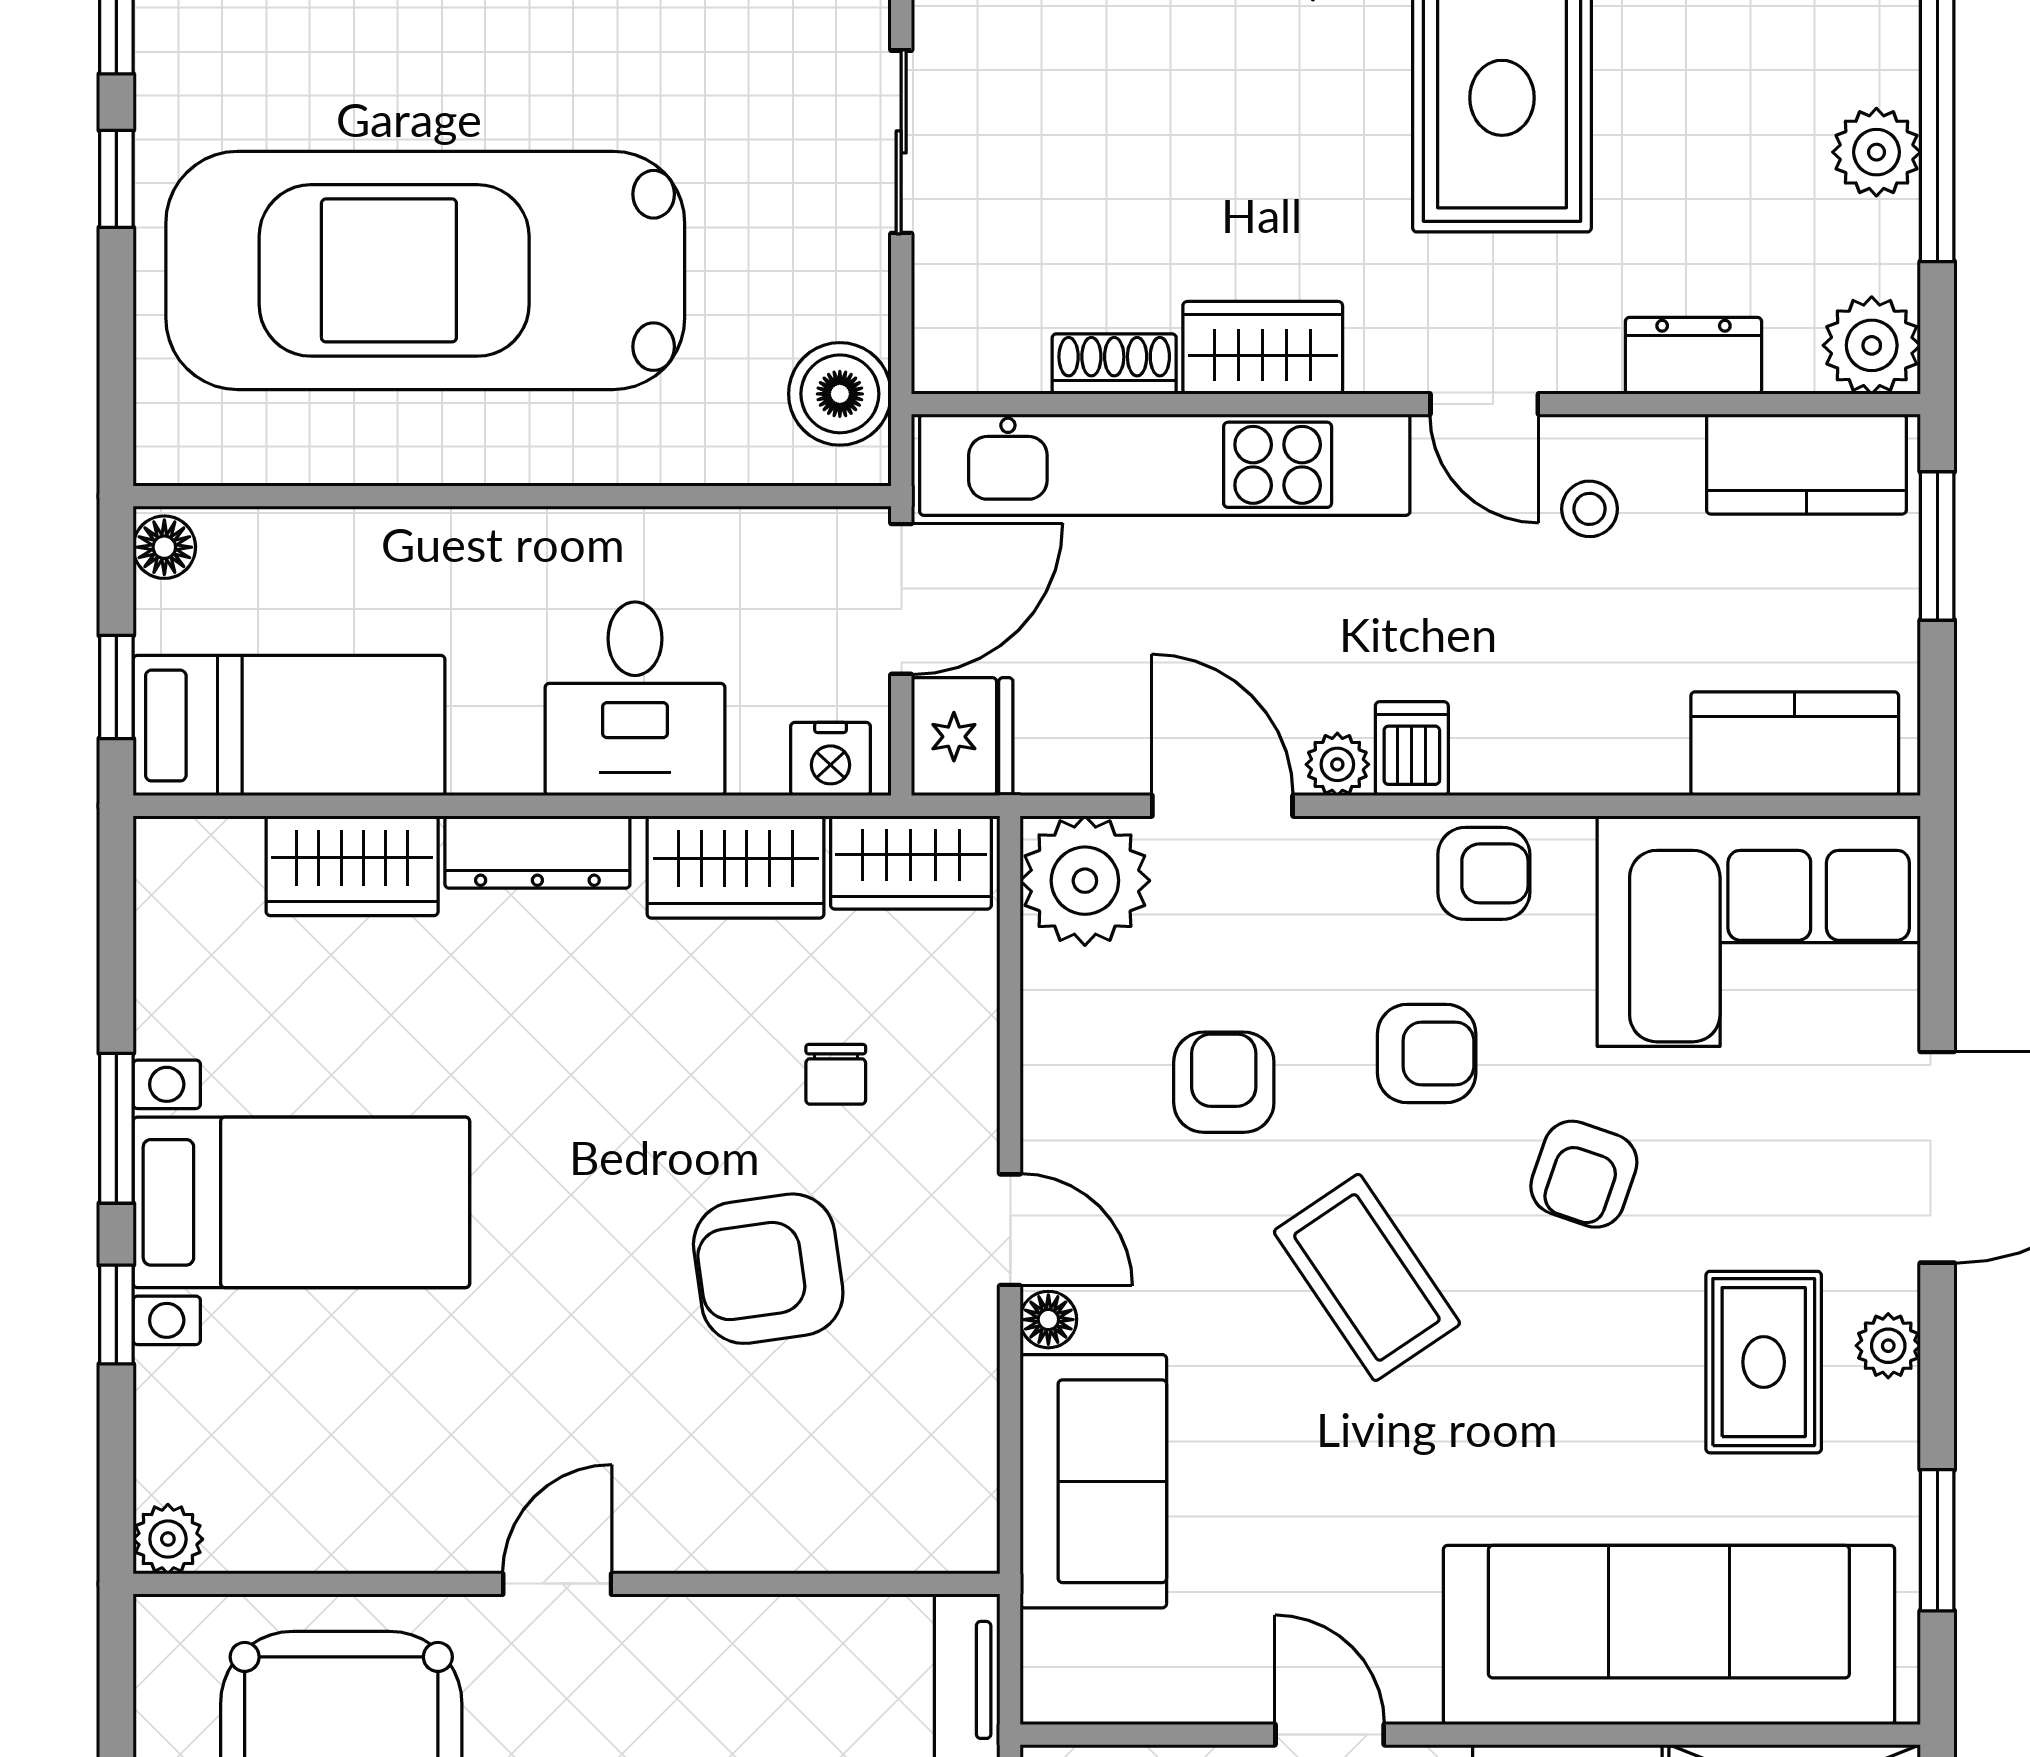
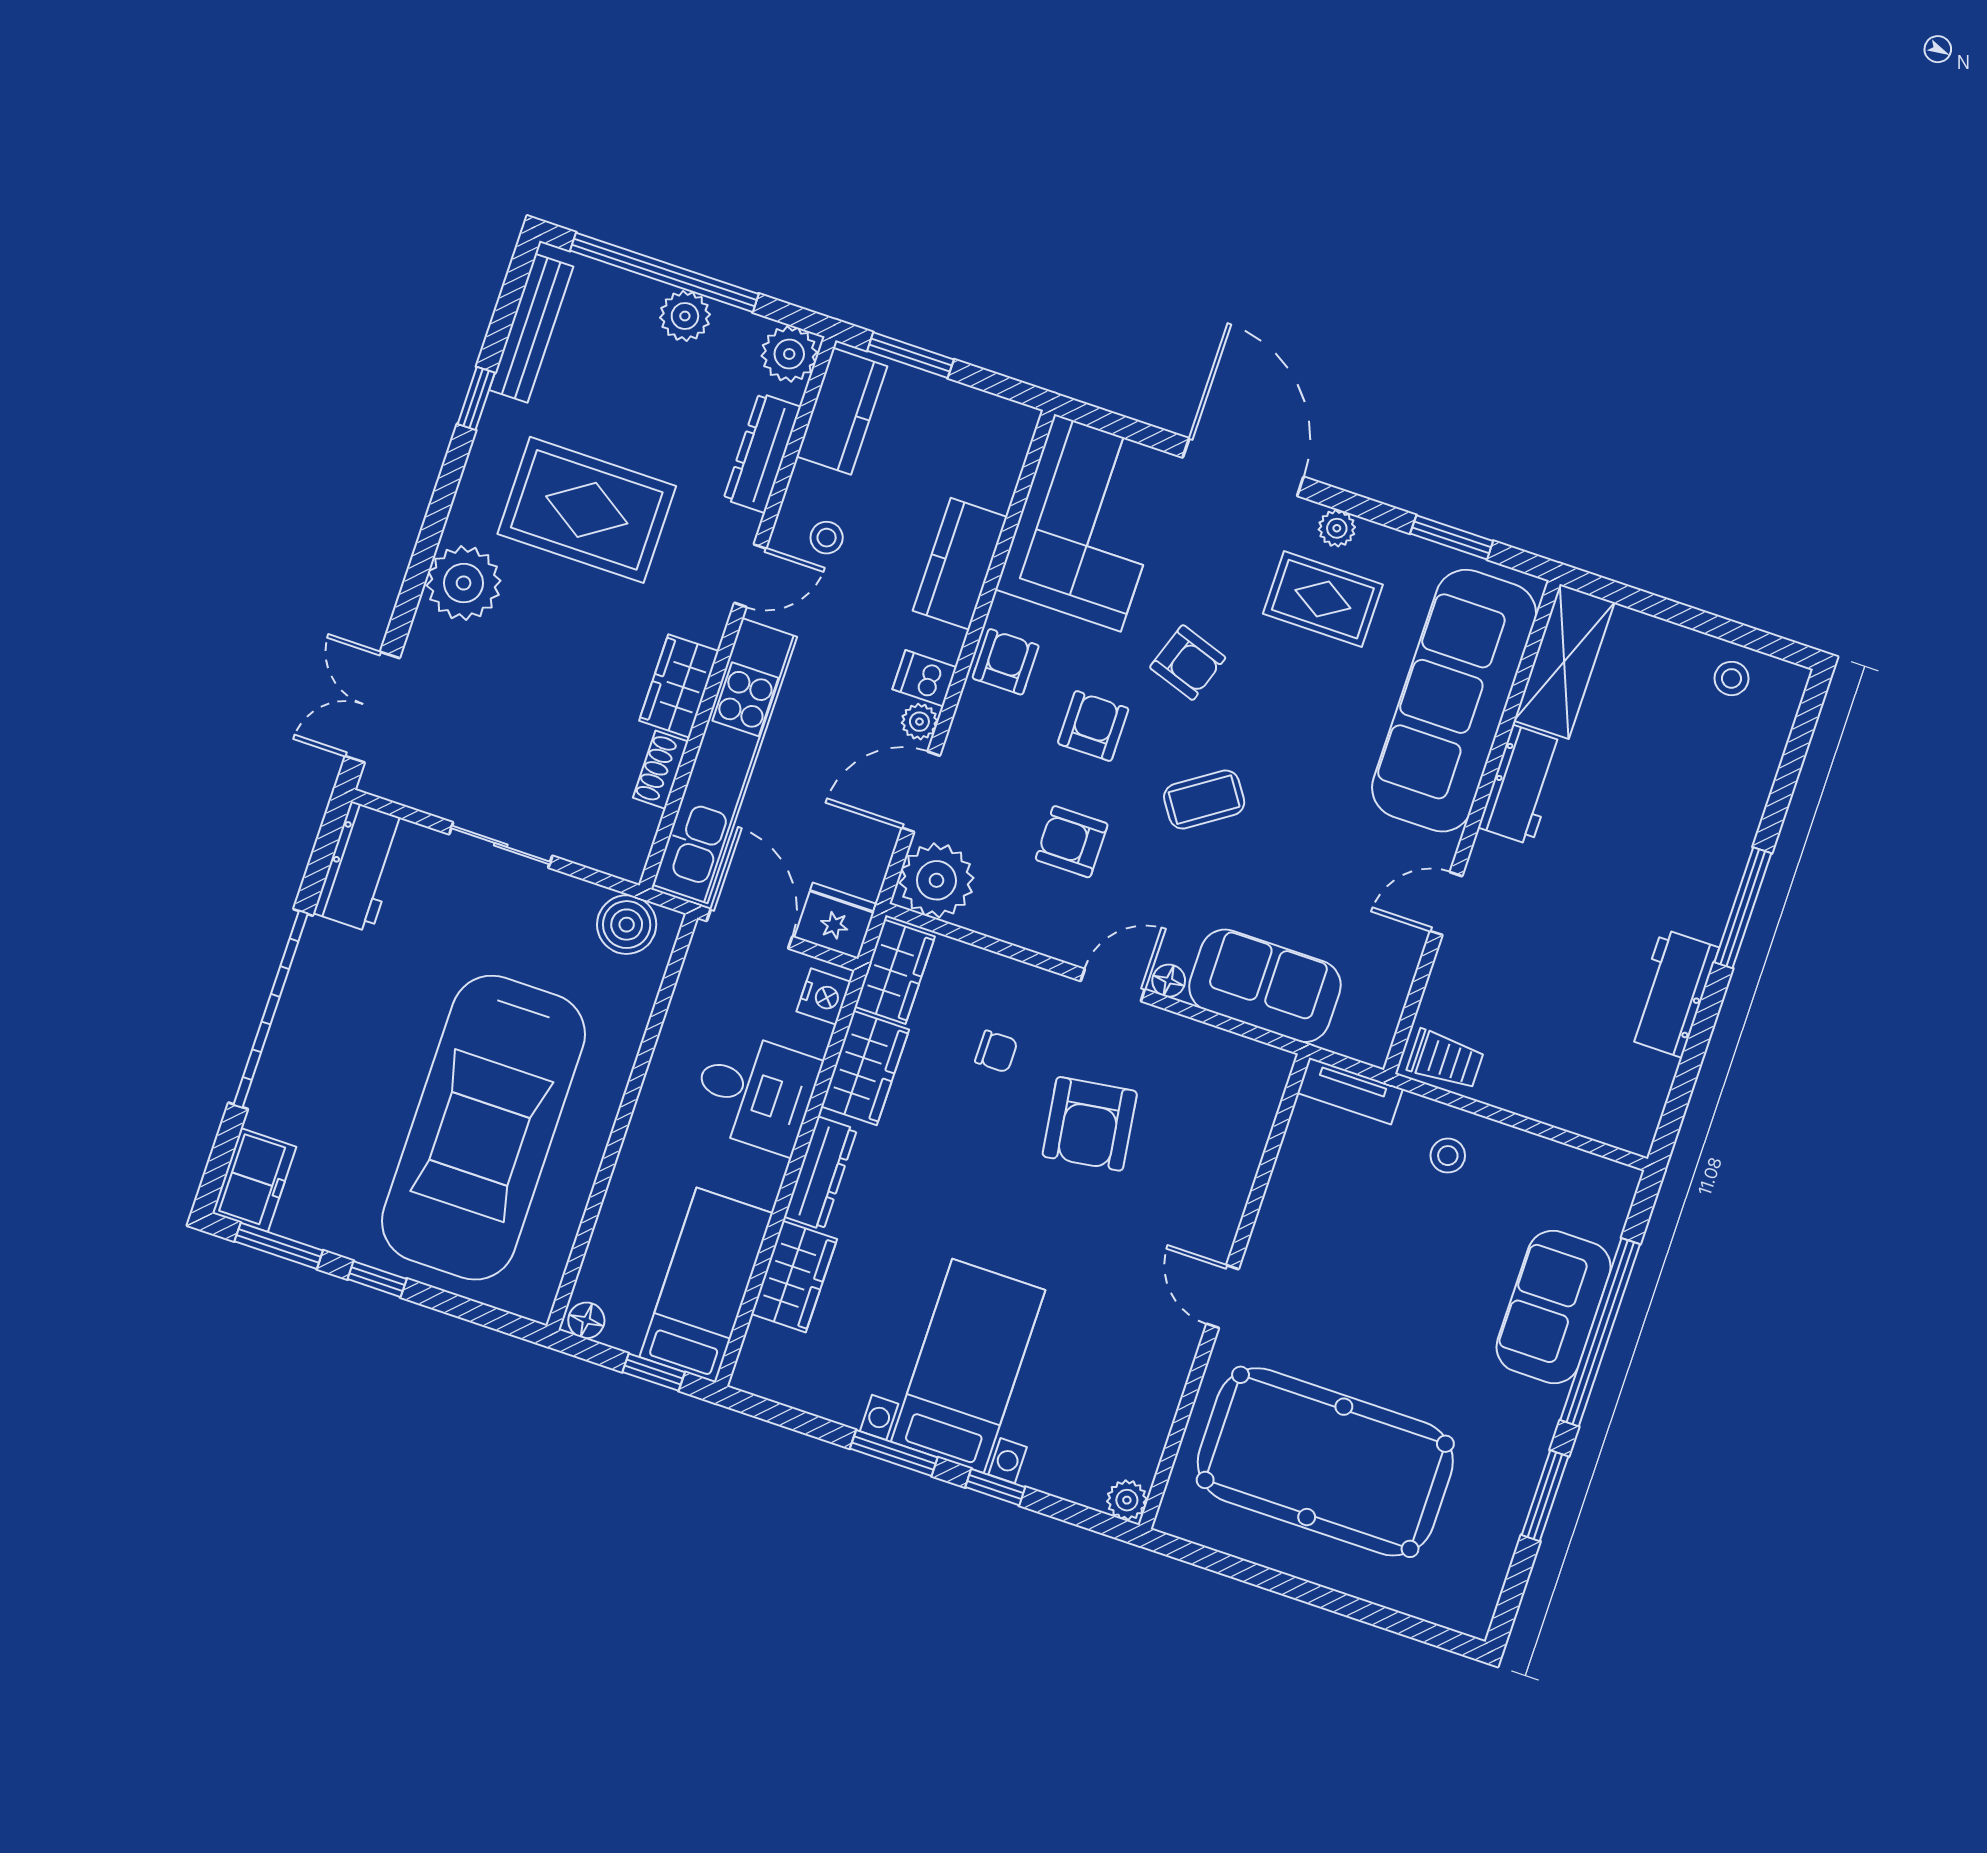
dresser: (1693, 356) -> (762, 453), width x1.44
kitchen counter: (1795, 744) -> (960, 564), moved
coffee table: (1367, 1277) -> (1204, 800), width x0.73, depth x0.77

